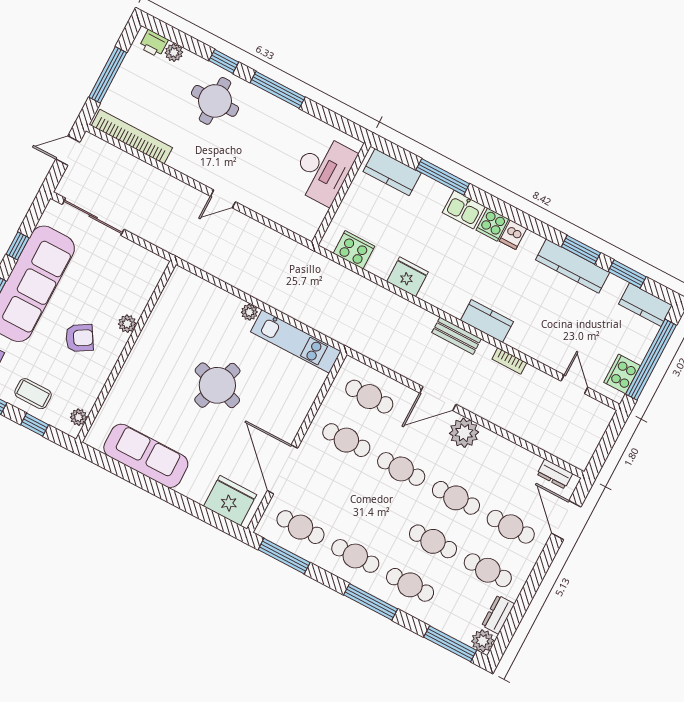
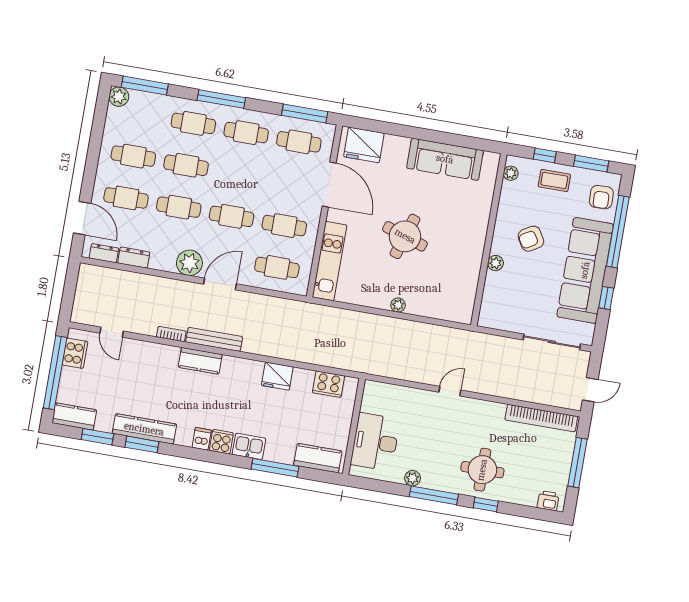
plant: (174, 53) -> (413, 478), moved
bench: (457, 336) -> (214, 339), width x1.36
kitchen unit: (296, 341) -> (330, 261), moved, turned 90
dresser: (498, 615) -> (134, 258), moved, turned -90

